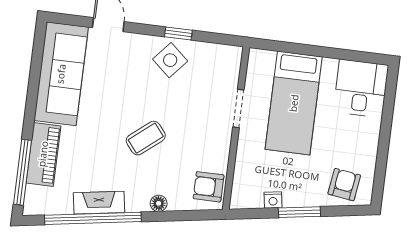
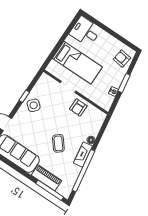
coffee table: (146, 138) -> (58, 143), moved
armchair: (209, 187) -> (78, 107), moved
fireplace: (99, 203) -> (83, 155), moved

